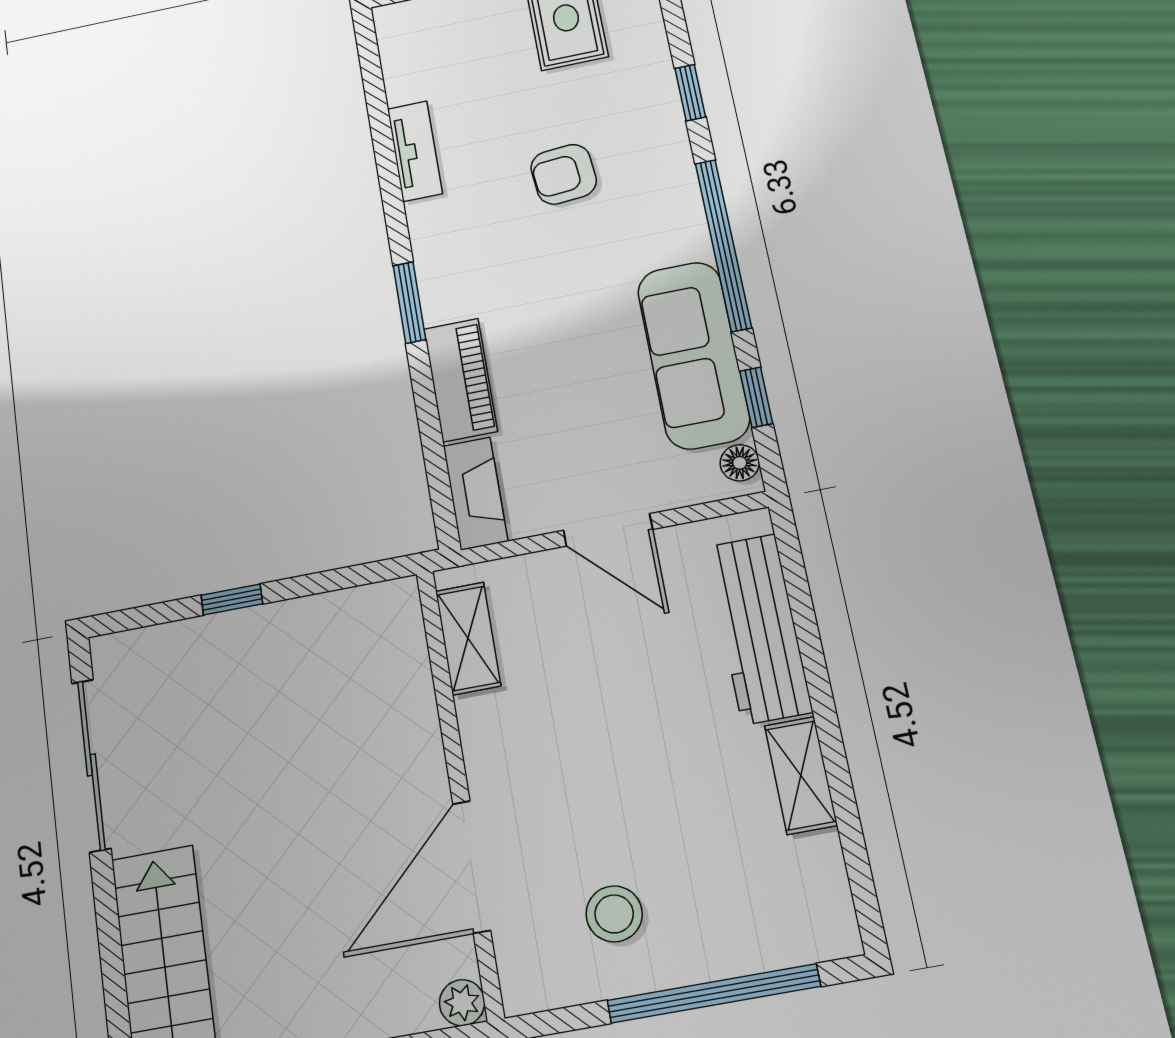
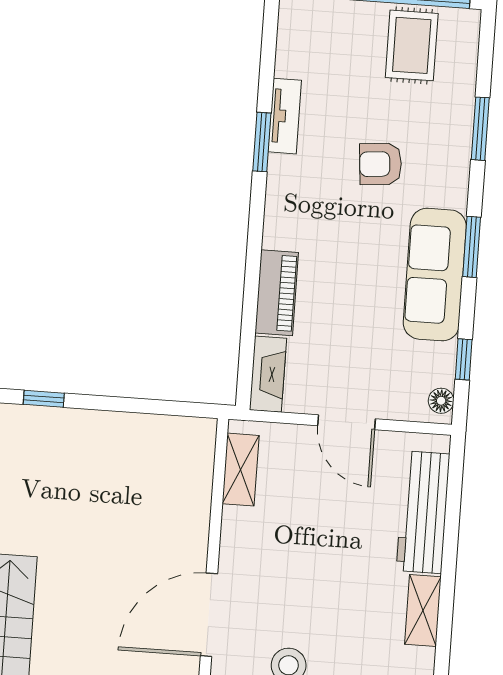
window: (690, 93) -> (480, 129), width x1.50
window: (723, 245) -> (472, 247), width x0.47
window: (409, 303) -> (262, 142), moved
sofa: (693, 355) -> (435, 275), moved
window: (232, 599) -> (44, 399), moved

